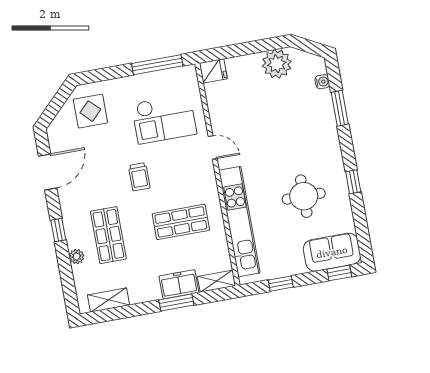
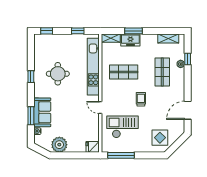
window: (58, 230) -> (188, 59), moved
sofa: (332, 252) -> (42, 112), moved, turned -90

